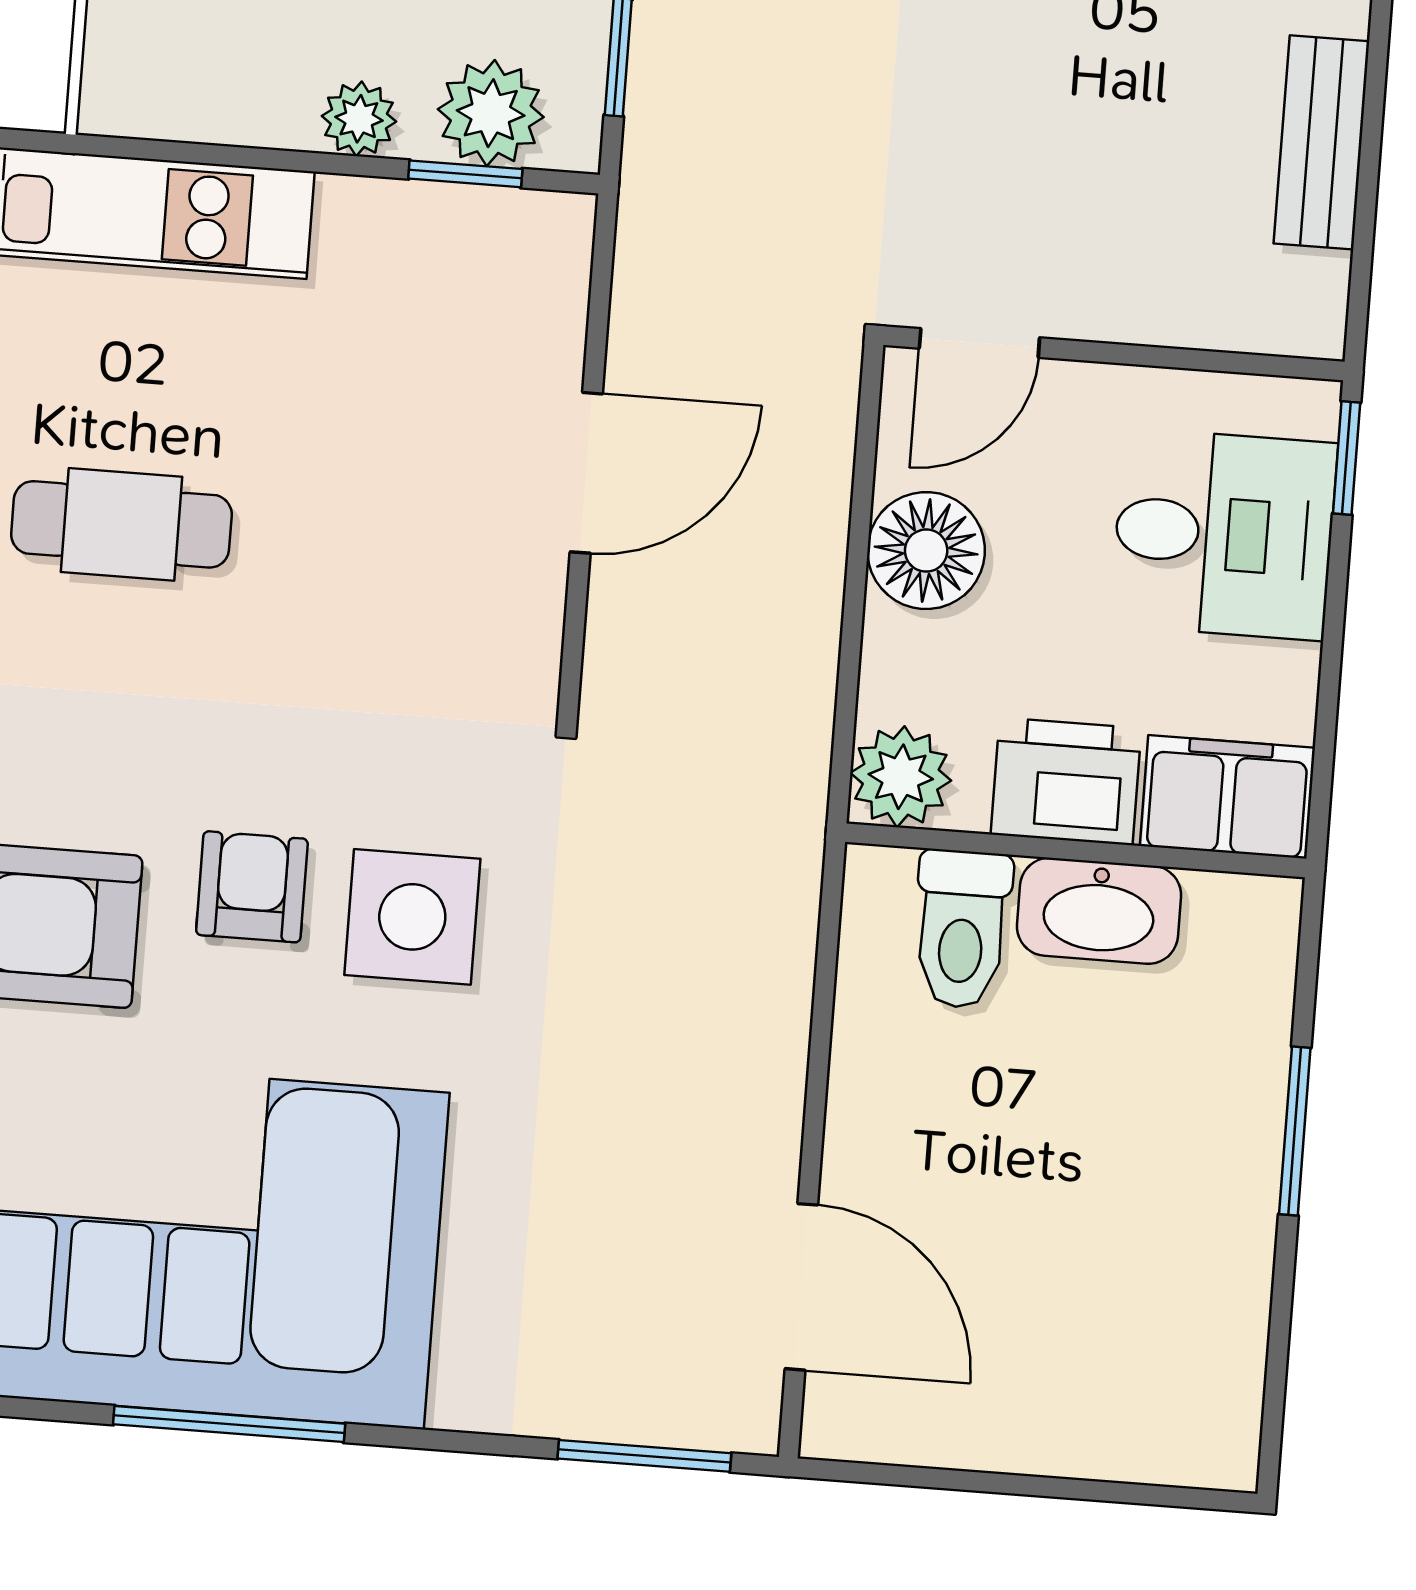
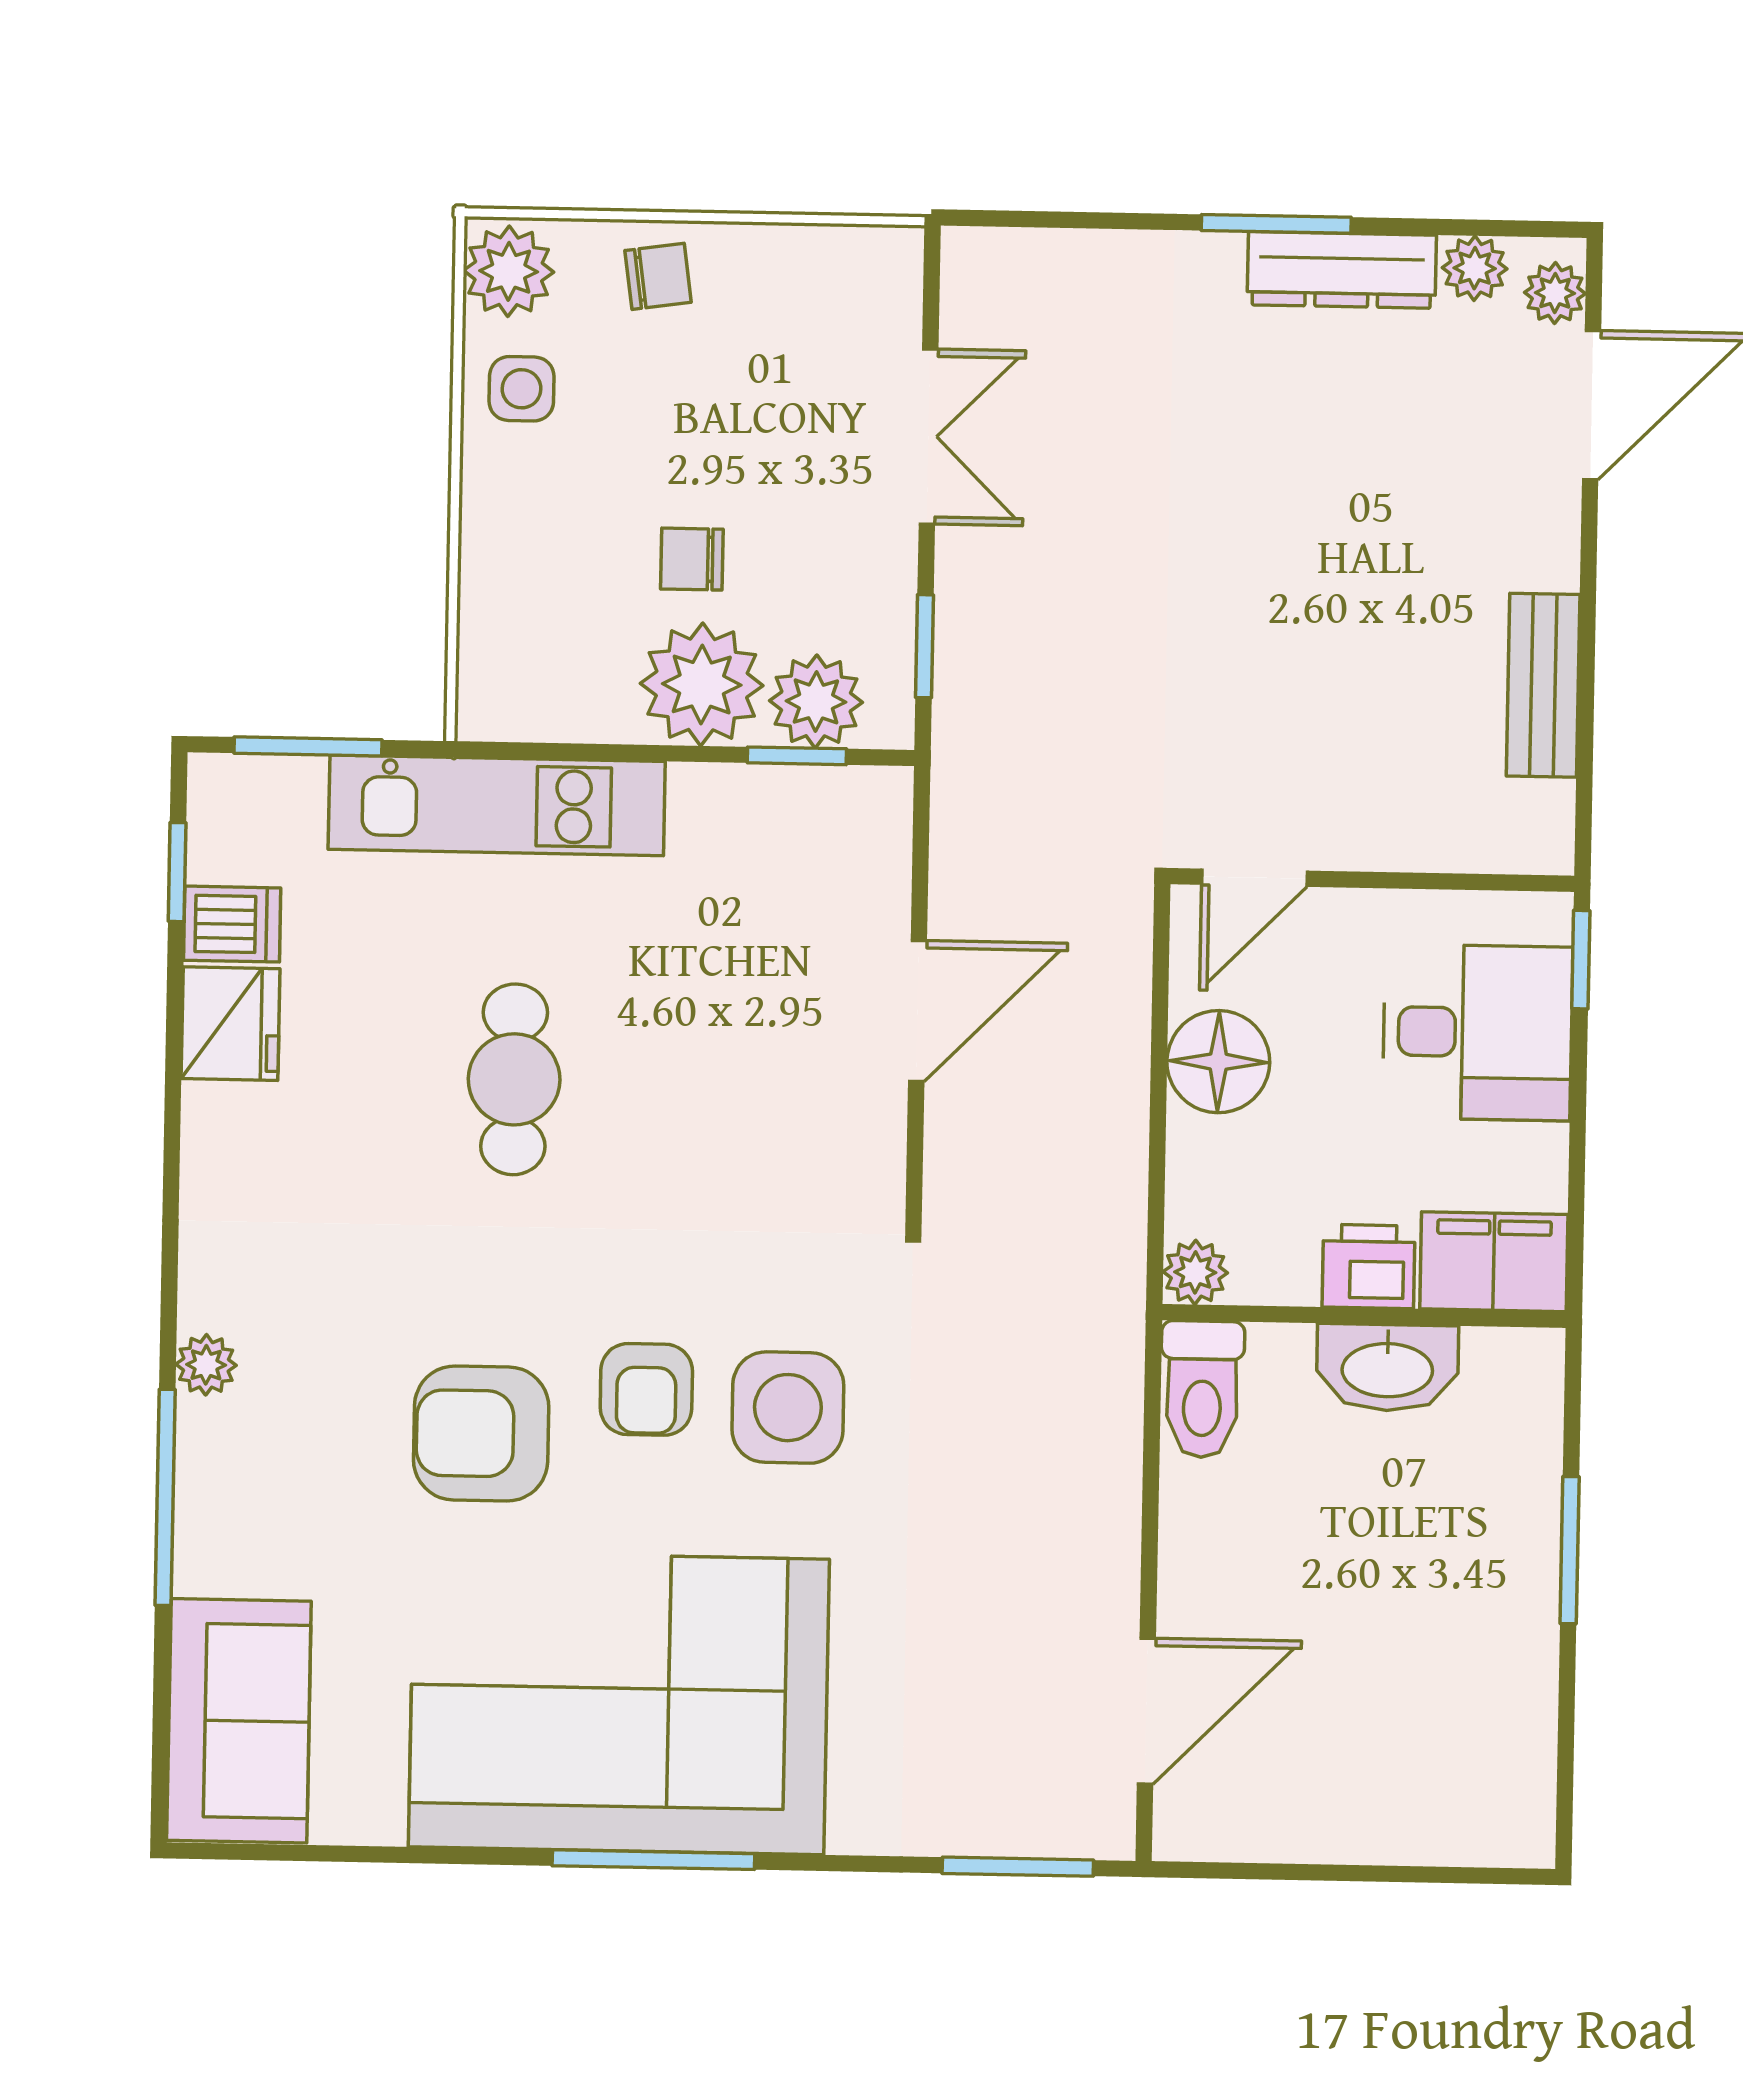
plant: (359, 119) -> (702, 684), width x1.88, depth x1.88
cafe table: (121, 524) -> (514, 1079), turned 90
plant: (901, 777) -> (1195, 1272), width x0.73, depth x0.73
printer: (1066, 781) -> (1369, 1266), width x0.73, depth x0.81
armchair: (252, 887) -> (646, 1389), turned 180
toilet: (962, 929) -> (1202, 1389), moved
door: (801, 1287) -> (1146, 1711), hinge flipped

